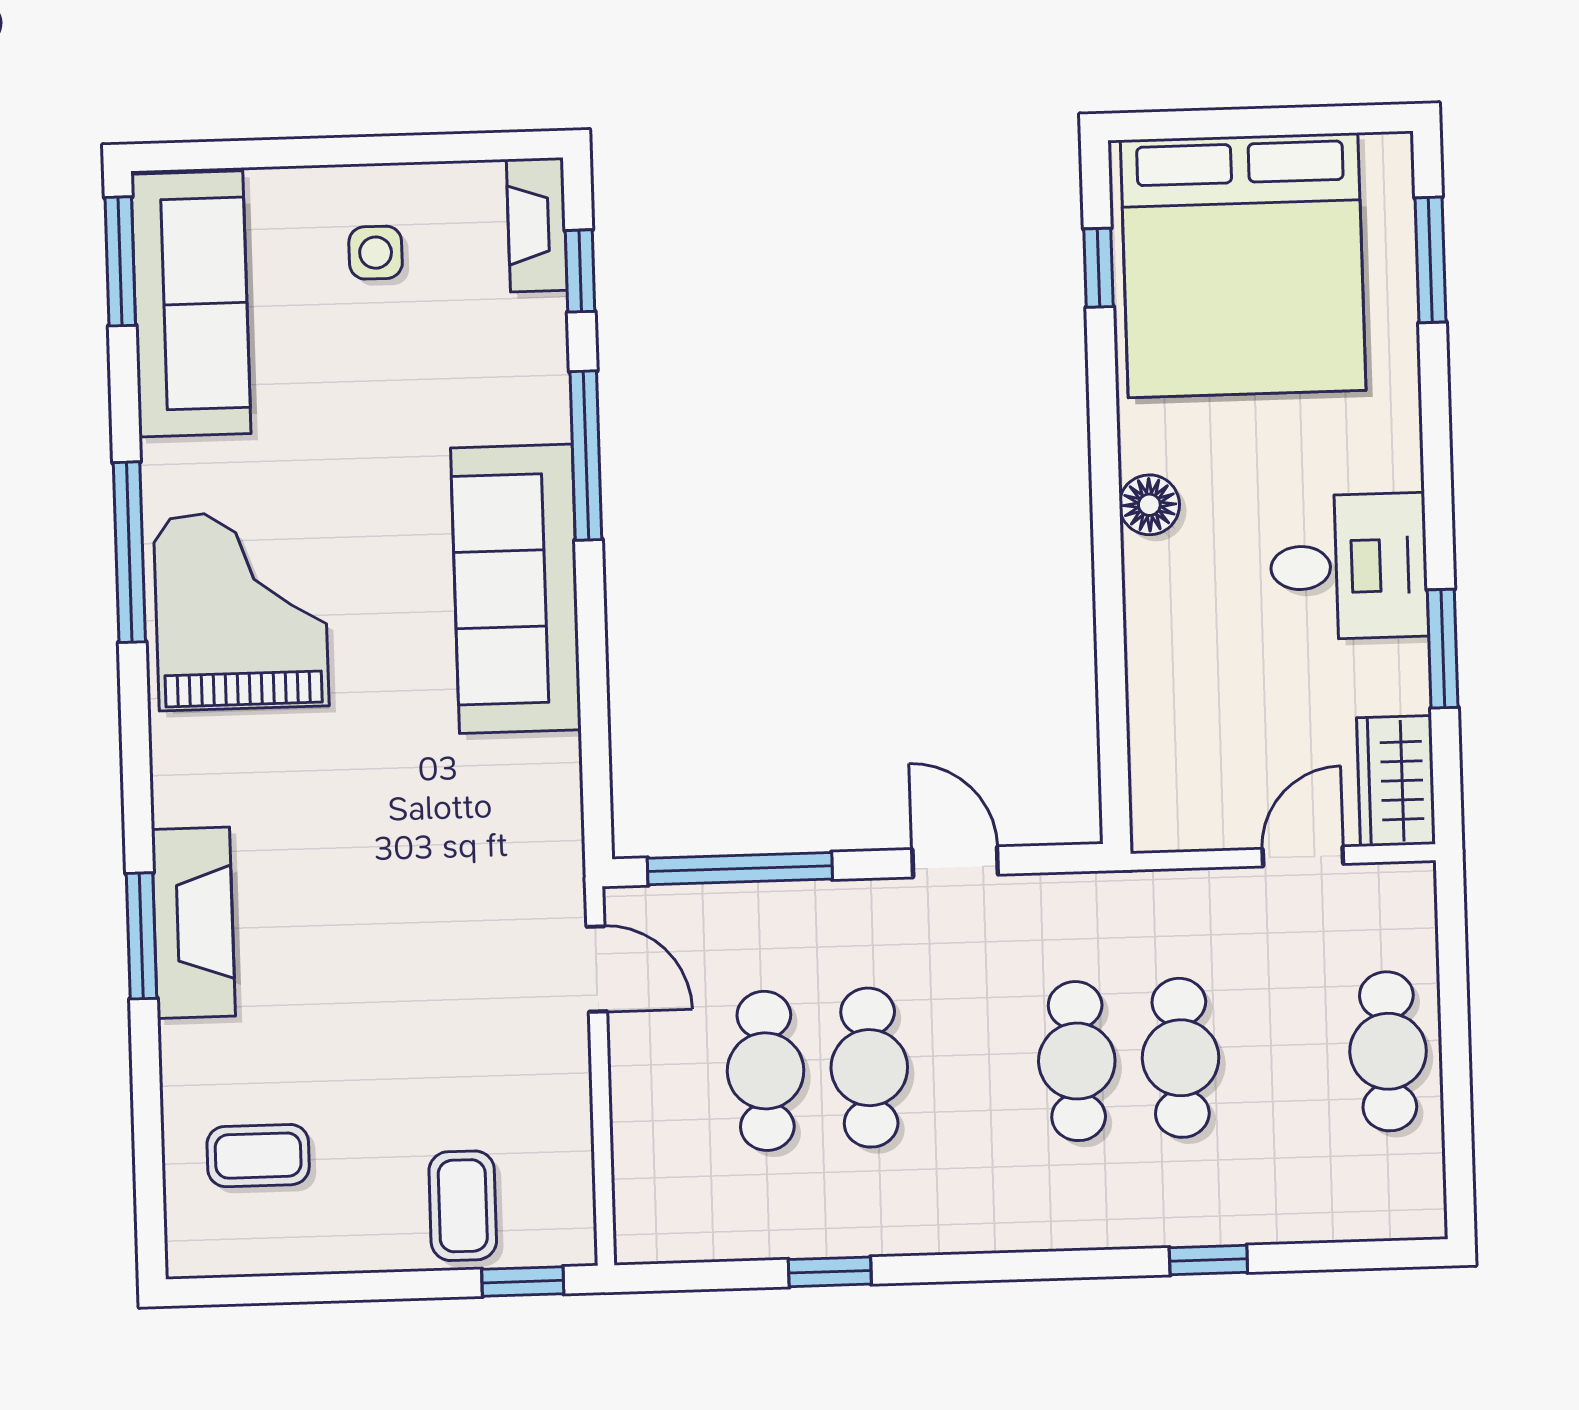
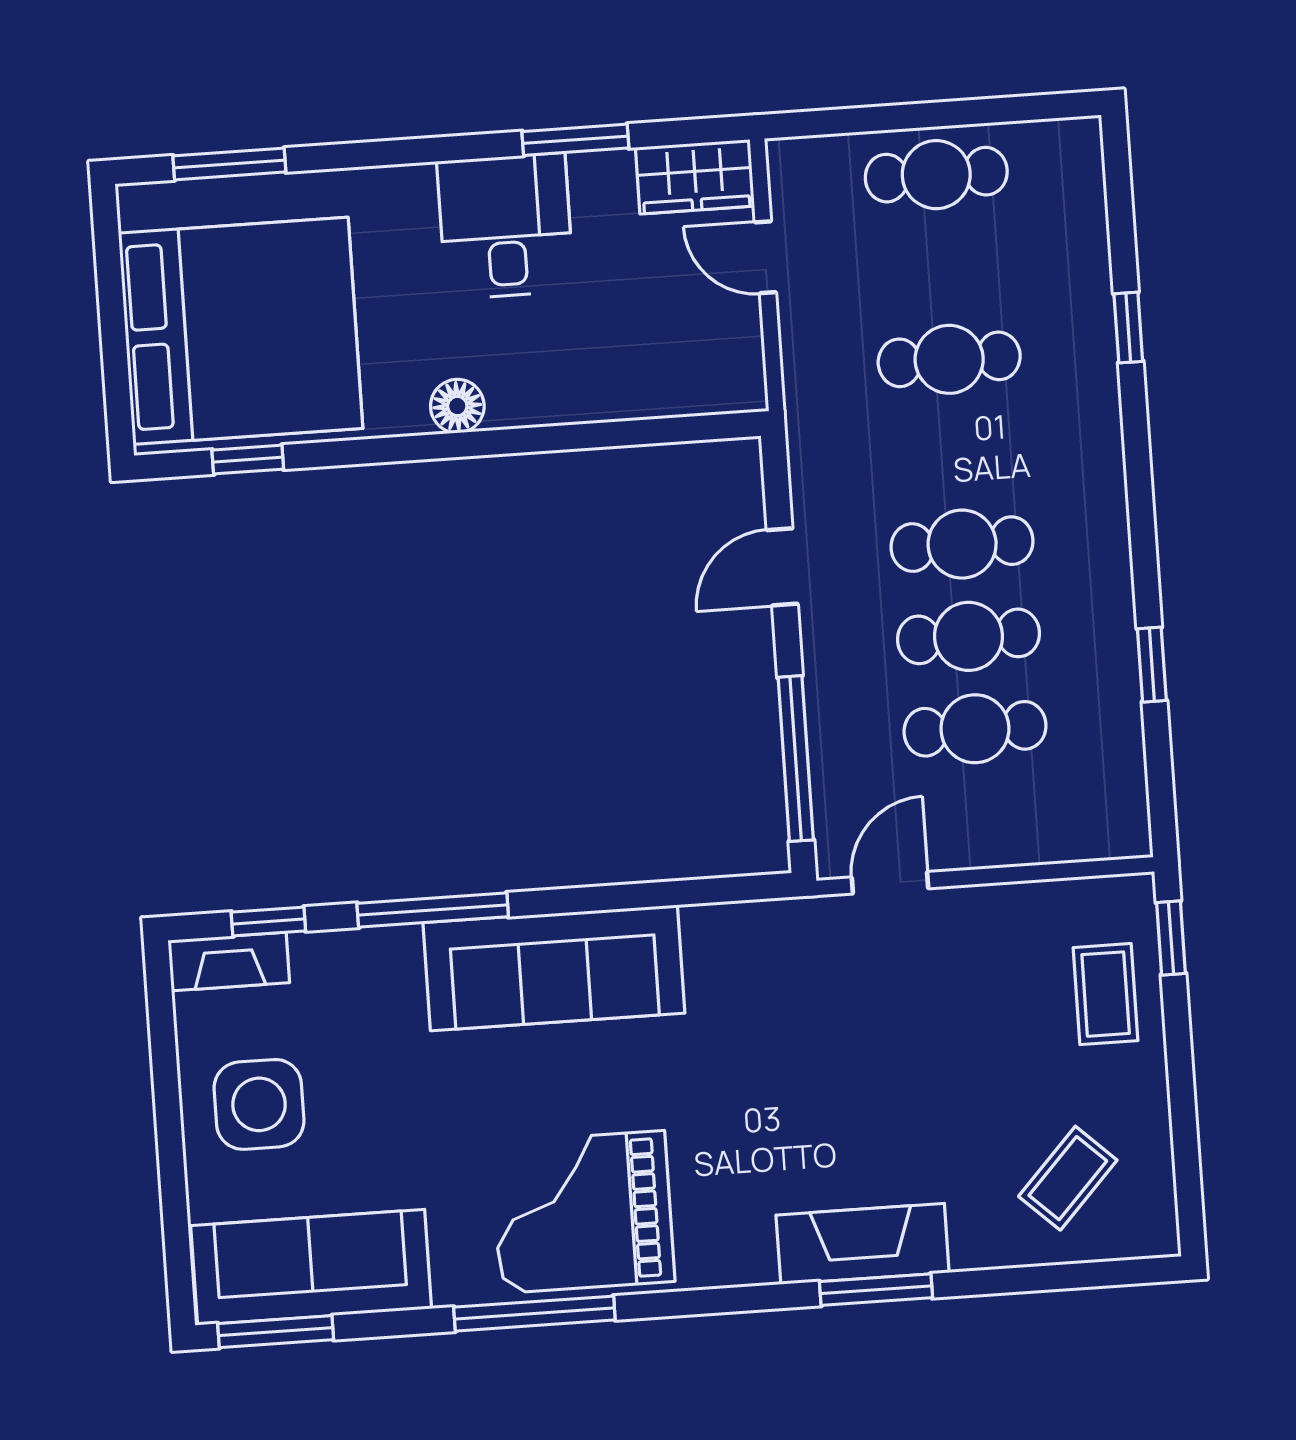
side table: (376, 253) -> (259, 1104), width x1.87, depth x1.87
cafe table: (1077, 1061) -> (962, 544), moved
coffee table: (258, 1156) -> (1068, 1178), turned 43
coffee table: (463, 1206) -> (1106, 994), turned 90

